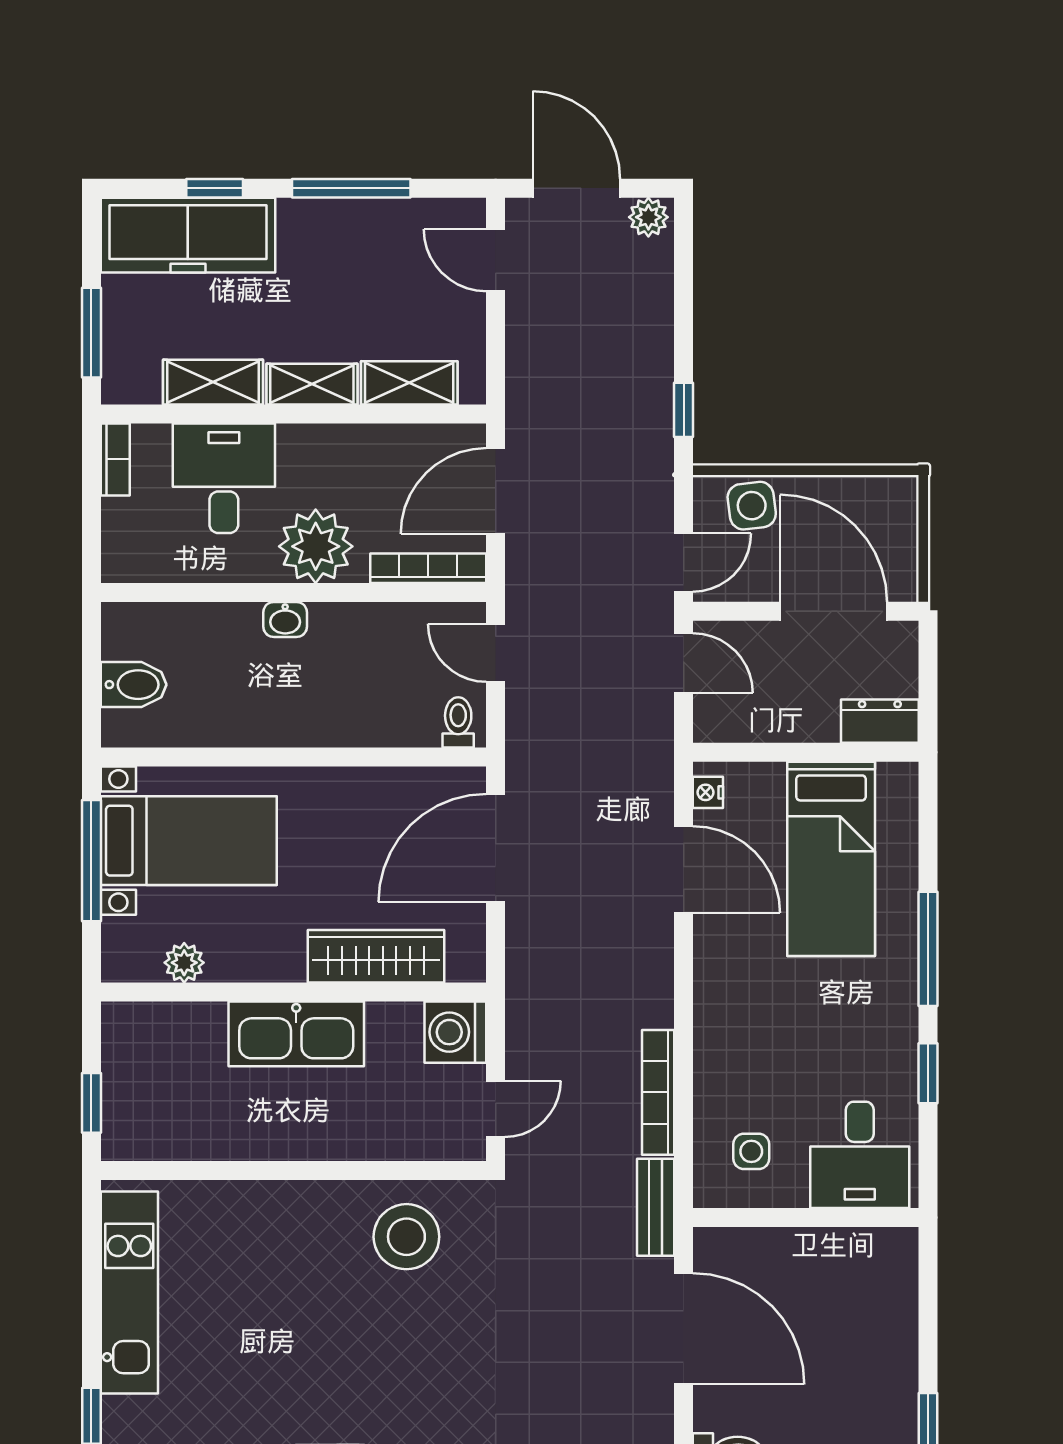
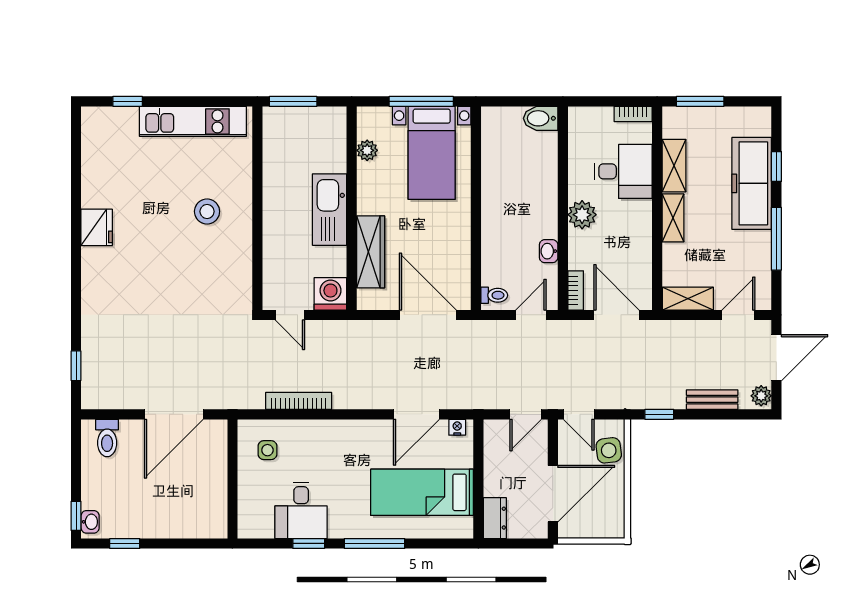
freezer: (188, 235) -> (752, 183), moved
shelving: (409, 383) -> (688, 299), moved, turned 90
plant: (316, 546) -> (582, 215), width x0.73, depth x0.73
bookcase: (428, 568) -> (576, 290), width x0.64
washbasin: (285, 619) -> (549, 251), moved
bidet: (134, 685) -> (541, 118), moved, turned 90
window: (91, 1103) -> (293, 101), width x1.50
desk: (860, 1155) -> (301, 510), moved, turned -90
bench: (656, 1207) -> (712, 400), moved
stool: (406, 1237) -> (207, 211), moved, width x0.73, depth x0.73

